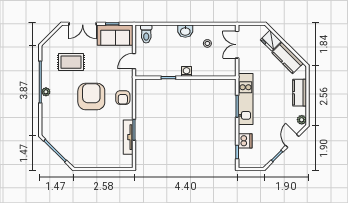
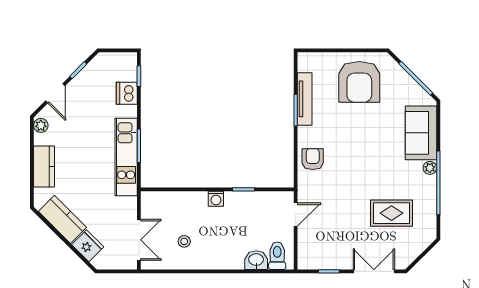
washbasin: (185, 31) -> (256, 260), moved
sofa: (115, 35) -> (421, 133), moved, turned -90
armchair: (91, 96) -> (359, 82), moved

